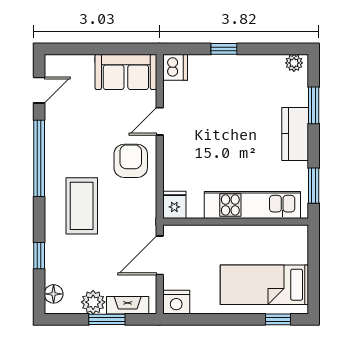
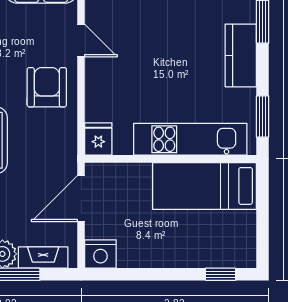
door: (160, 121) -> (81, 41), swing flipped
bed: (264, 285) -> (205, 186), moved

